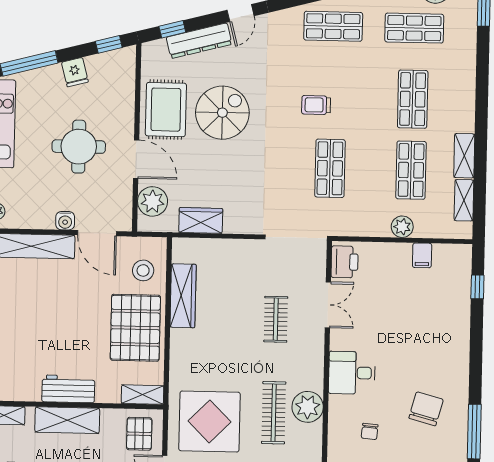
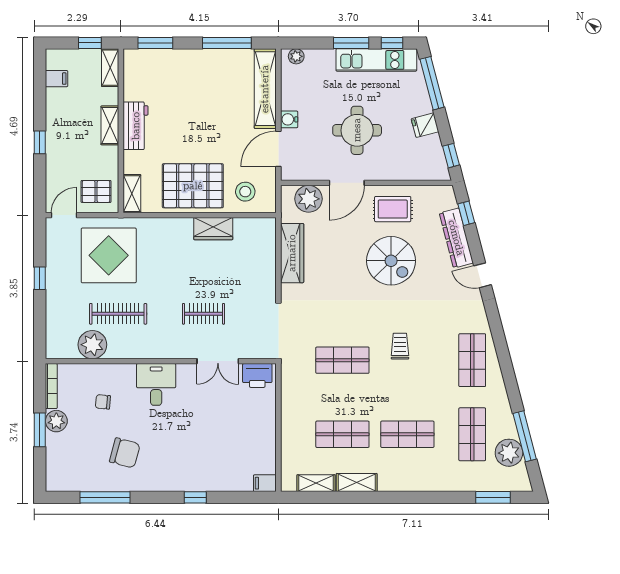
rug: (166, 110) -> (393, 209), width x0.73, depth x0.70
wardrobe: (201, 220) -> (292, 253), width x1.50
plant: (402, 227) -> (291, 427), removed
filing cabinet: (422, 255) -> (265, 483), moved
window: (477, 287) -> (195, 497), moved
wardrobe: (183, 296) -> (213, 229), width x0.67
plant: (308, 407) -> (92, 345), moved
shelving: (67, 420) -> (110, 125), width x0.67, depth x0.75

